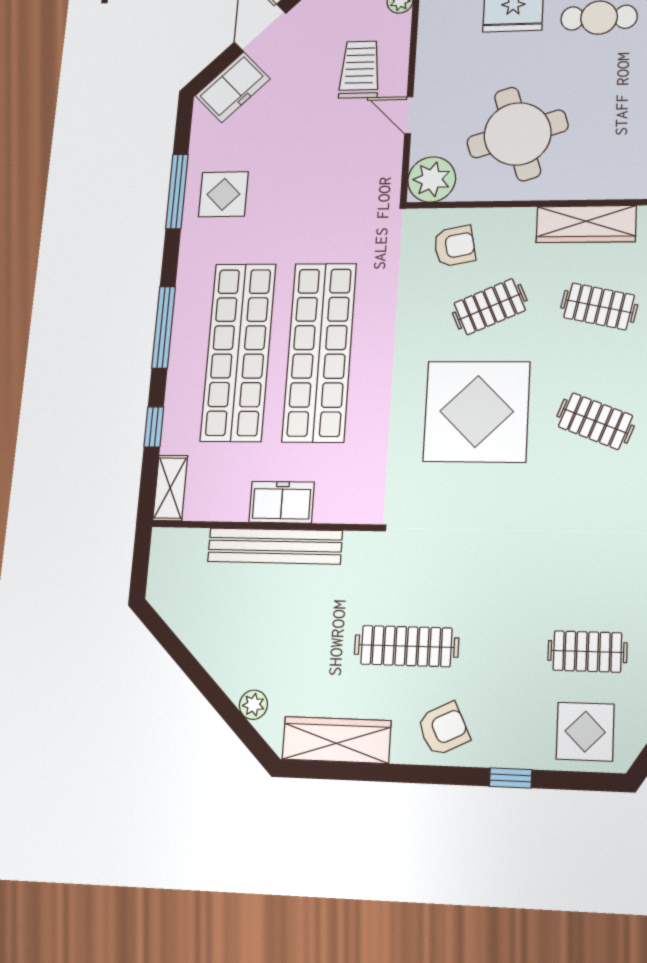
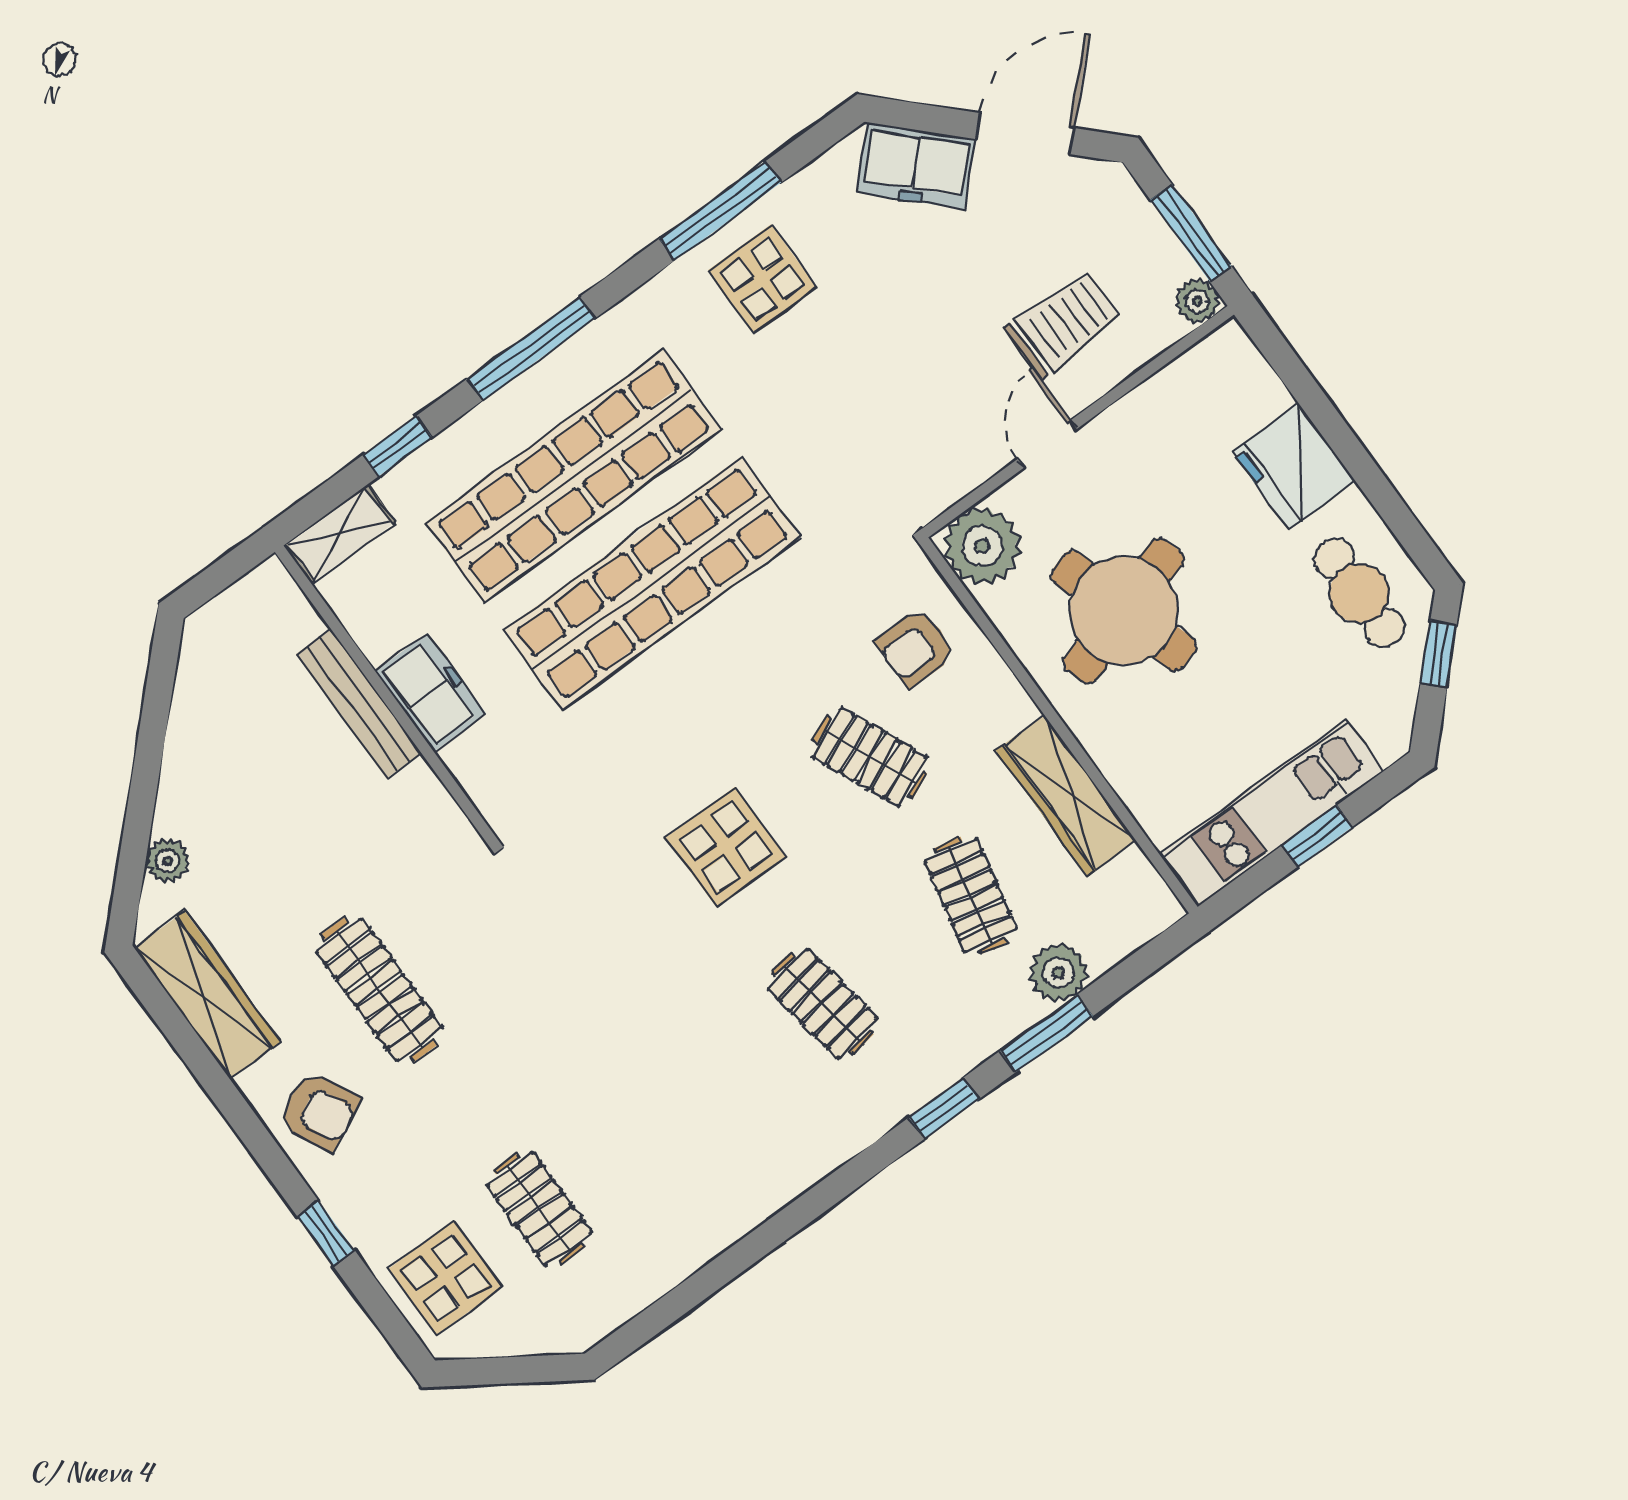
armchair: (454, 246) -> (916, 648), turned 101
display table: (477, 411) -> (726, 847), width x0.54, depth x0.54
clothes rail: (595, 421) -> (822, 1003), turned -30
bench: (275, 546) -> (359, 704), width x0.73, depth x0.82

